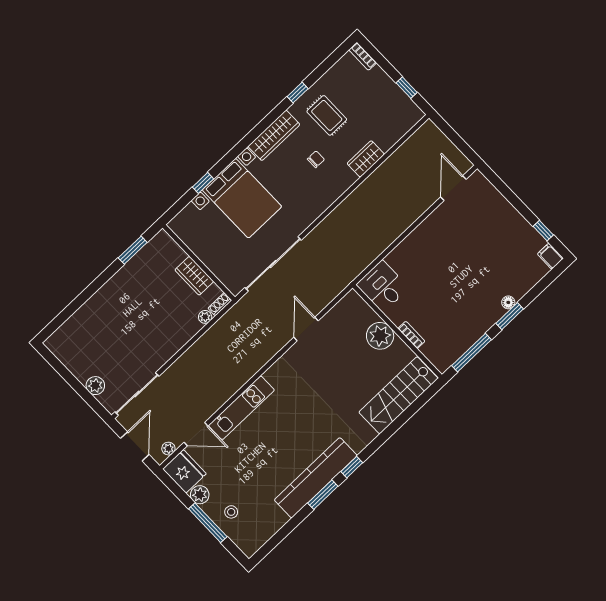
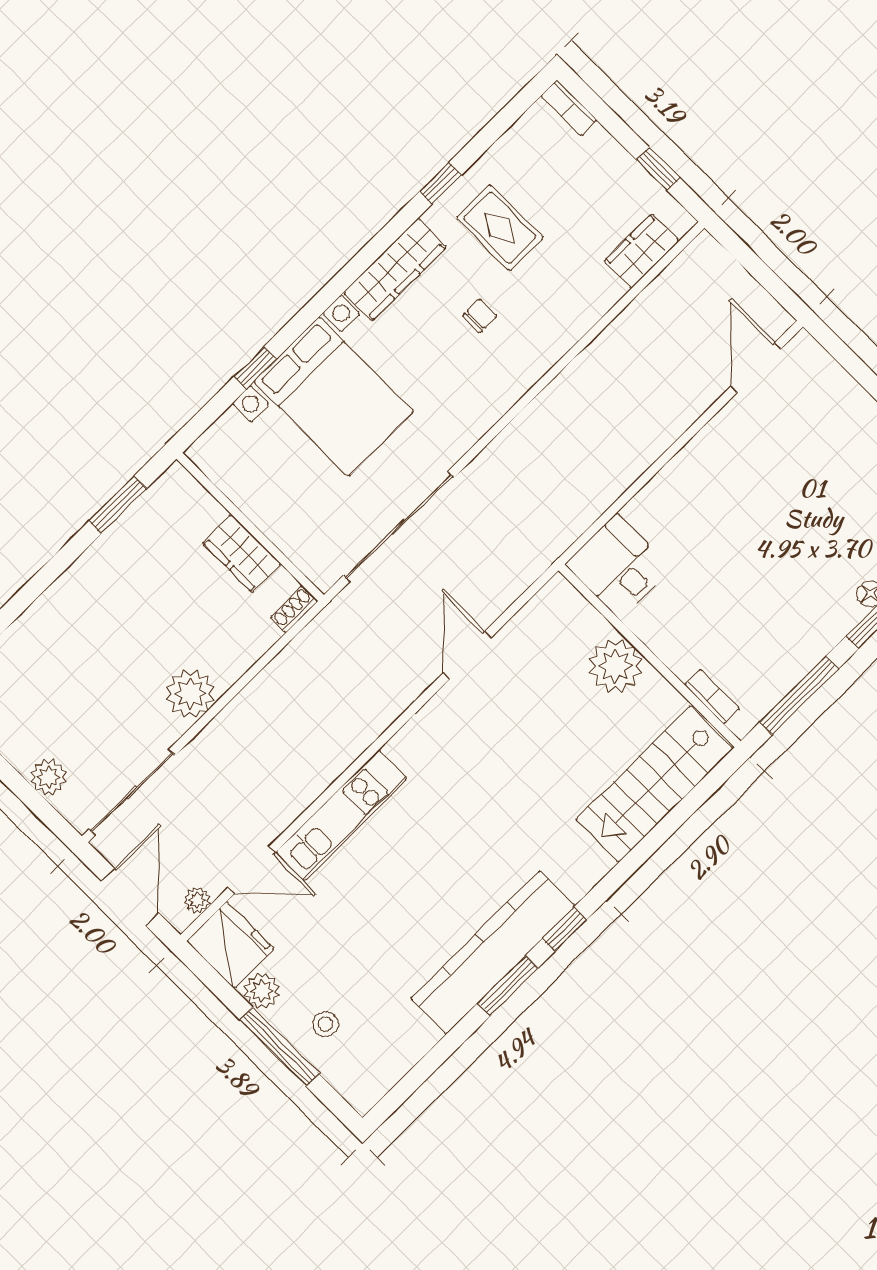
wardrobe: (366, 159) -> (642, 251), moved
plant: (205, 317) -> (190, 694), moved, width x1.88, depth x1.88
bookcase: (411, 335) -> (712, 697), moved

